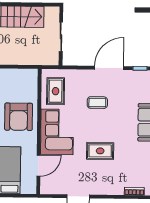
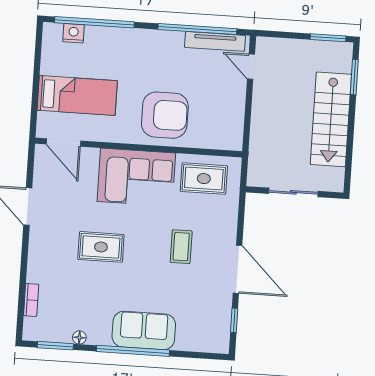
armchair: (19, 117) -> (165, 115), turned 180
rug: (100, 151) -> (101, 247), turned 90
door: (39, 166) -> (63, 142), moved

